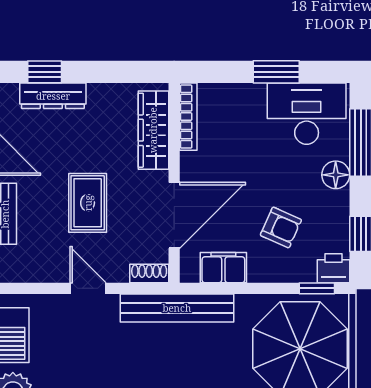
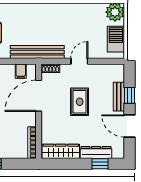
wardrobe: (153, 130) -> (61, 151), moved, turned -90
filing cabinet: (223, 268) -> (21, 71), width x0.50
door: (88, 288) -> (79, 61), swing flipped

